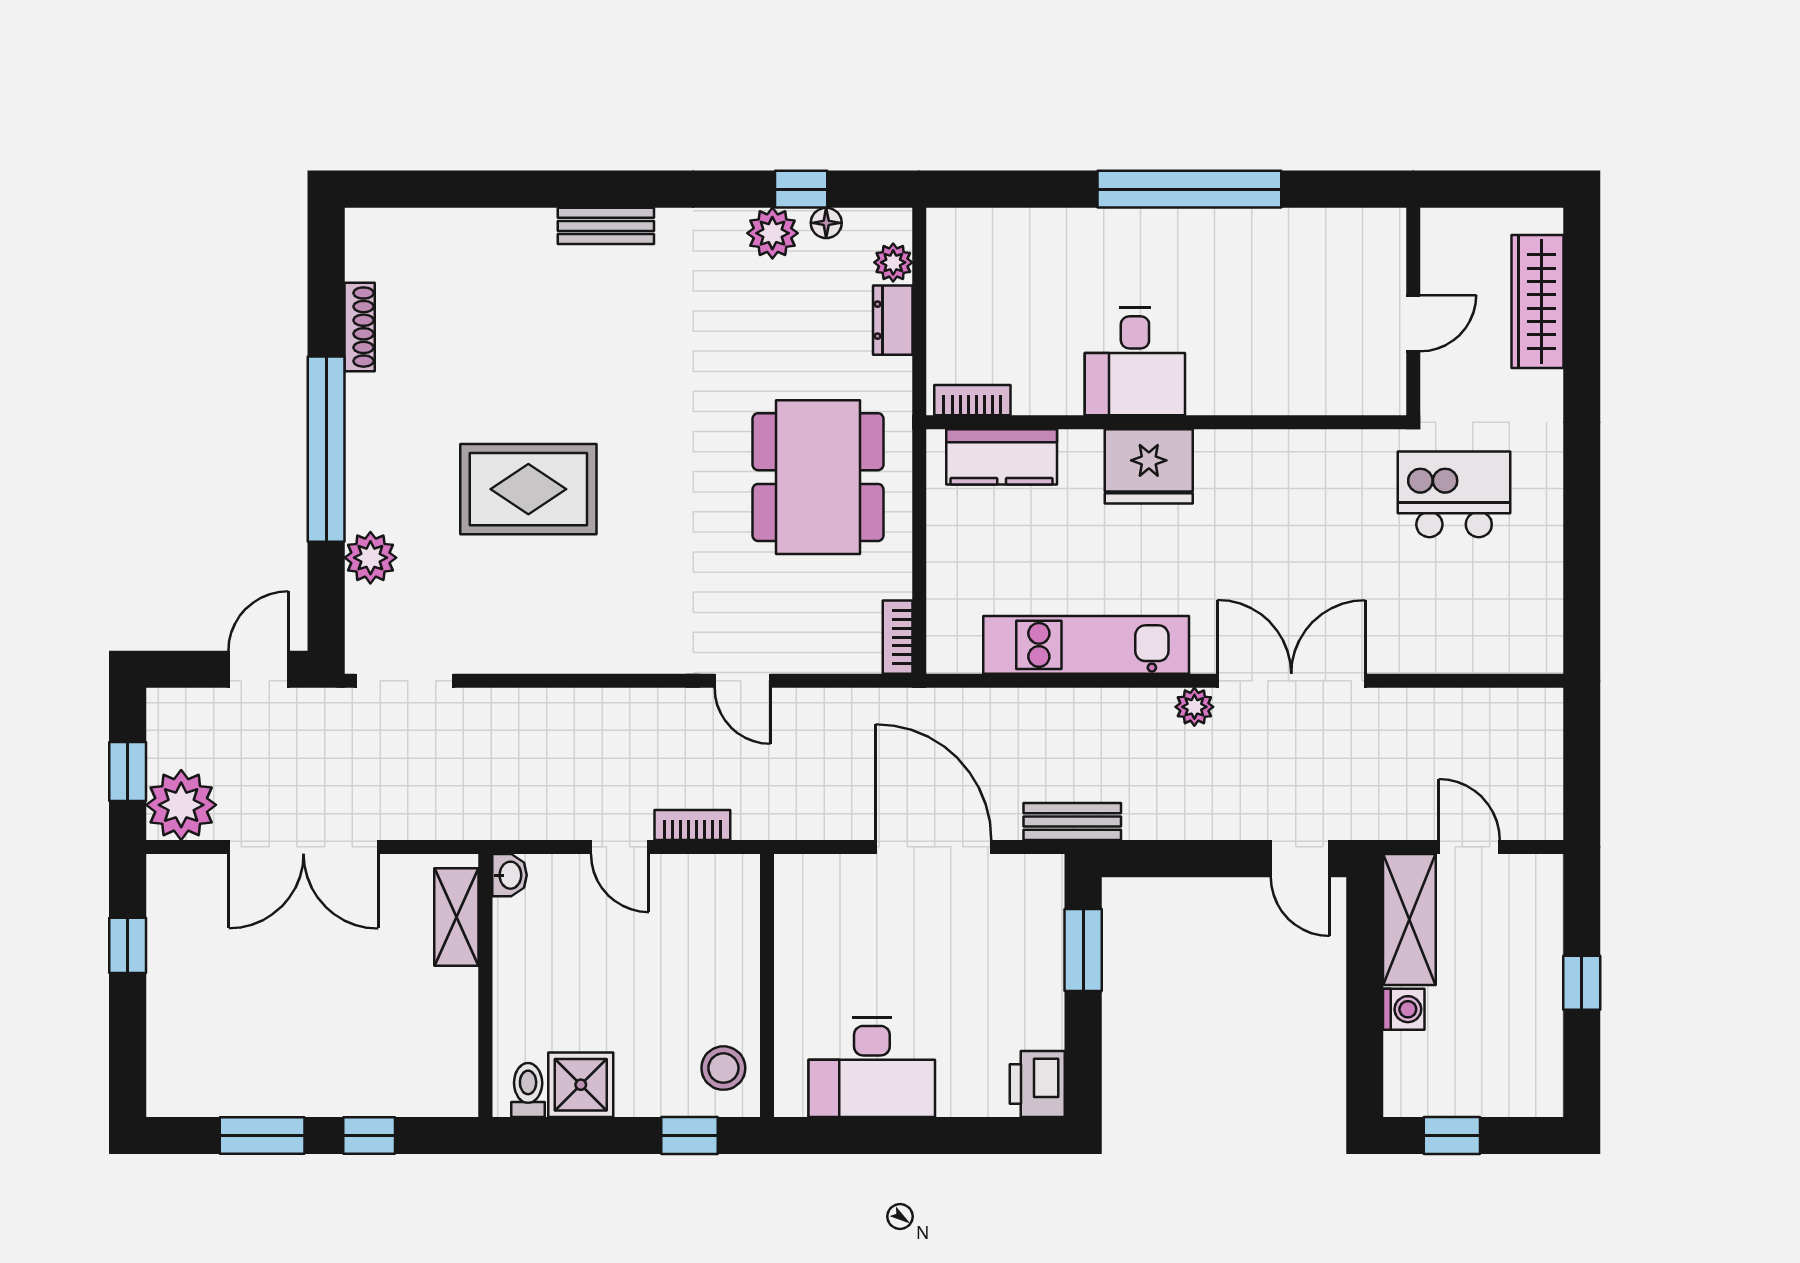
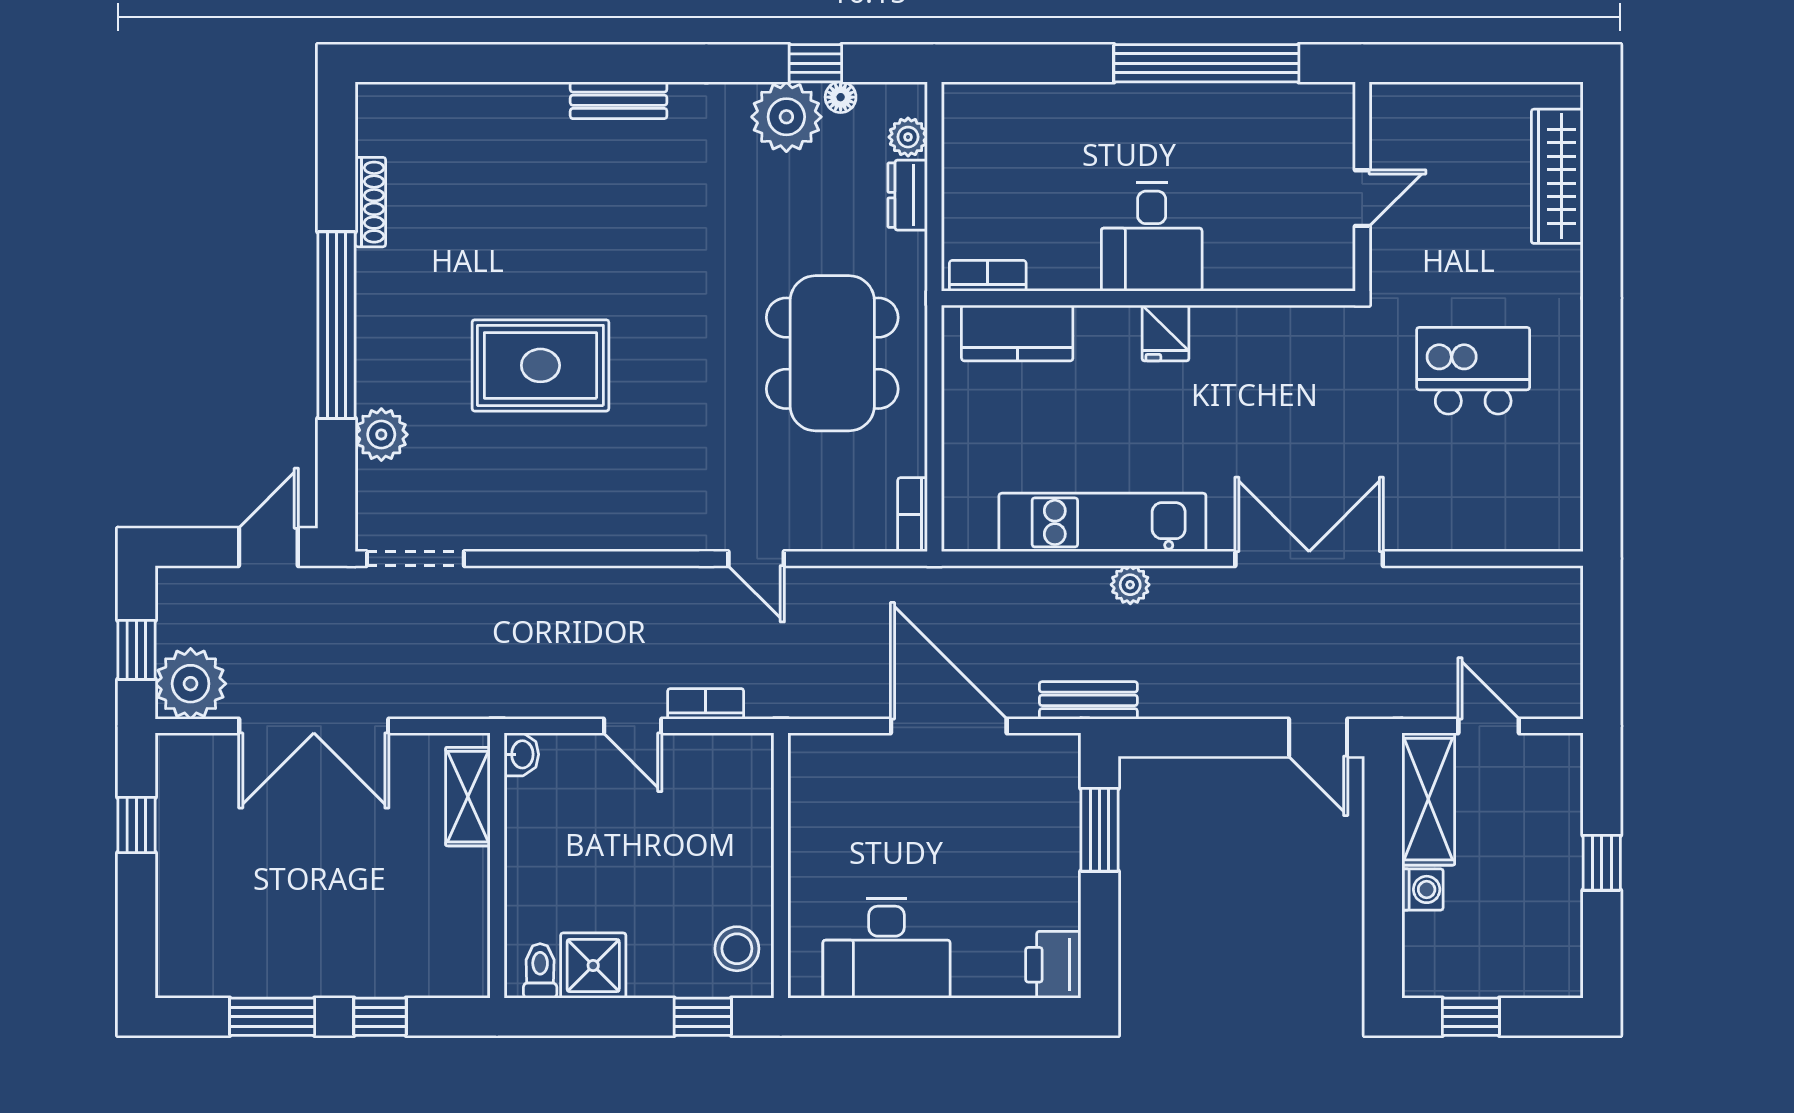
plant: (772, 233) -> (786, 117), width x1.36, depth x1.36
wall: (1413, 311) -> (1362, 186), moved
door: (1413, 323) -> (1362, 198), moved
fridge: (1149, 466) -> (1166, 333), width x0.53, depth x0.75
plant: (1194, 707) -> (1130, 585), moved

